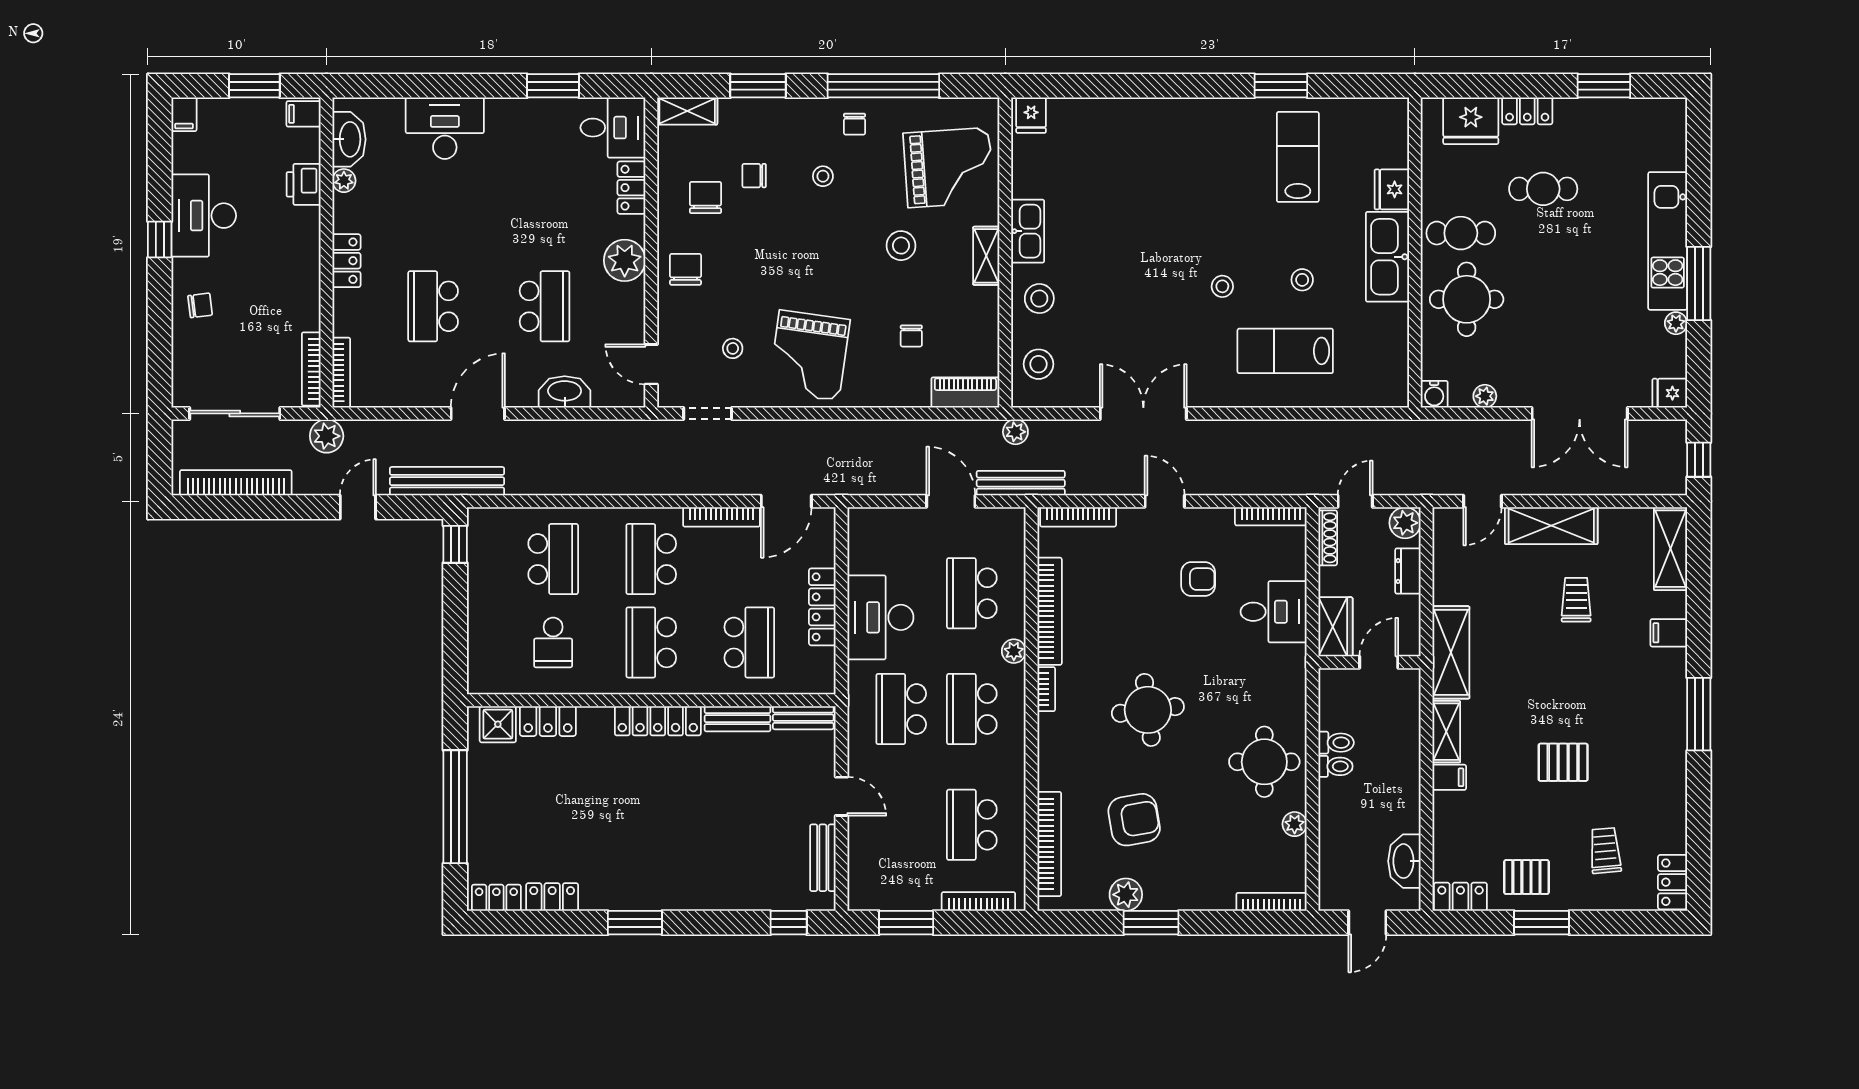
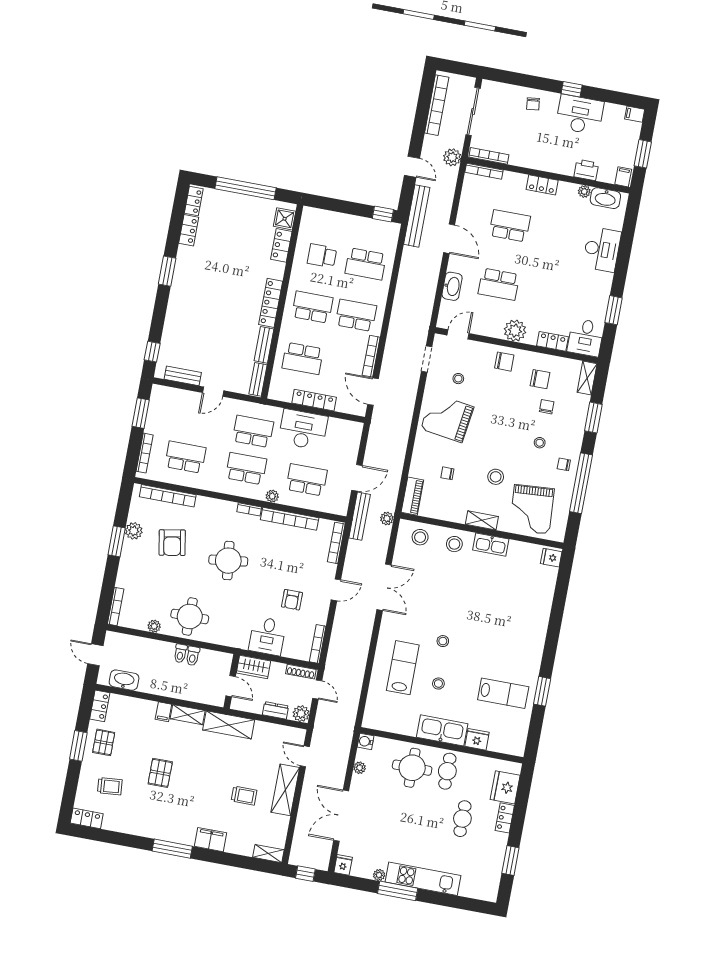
shelving: (1670, 549) -> (268, 854), width x0.67, depth x0.75
filing cabinet: (1669, 633) -> (210, 840), width x2.00

